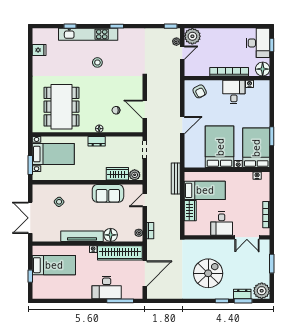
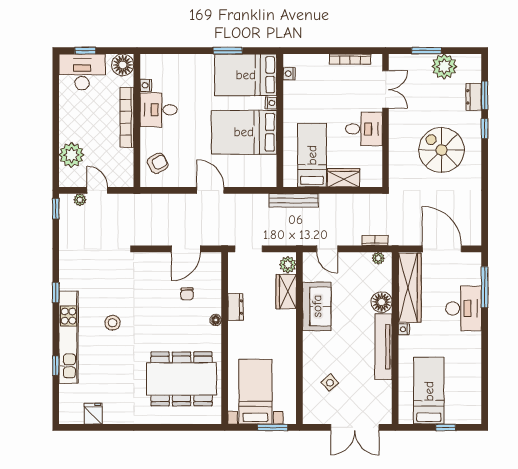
plant: (192, 36) -> (72, 155), moved
dresser: (97, 141) -> (235, 307), moved
plant: (262, 291) -> (444, 66), moved

